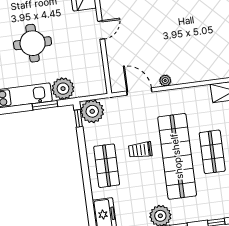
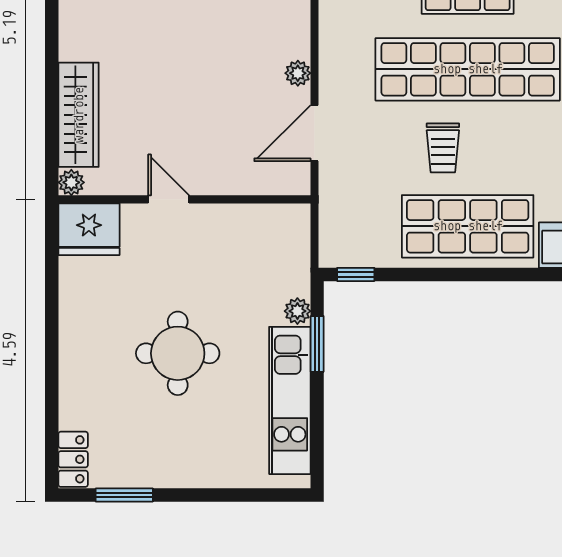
plant: (63, 89) -> (297, 311), width x0.53, depth x0.53
plant: (92, 111) -> (344, 242), removed
shop shelf: (107, 166) -> (468, 226), width x1.43, depth x1.36

